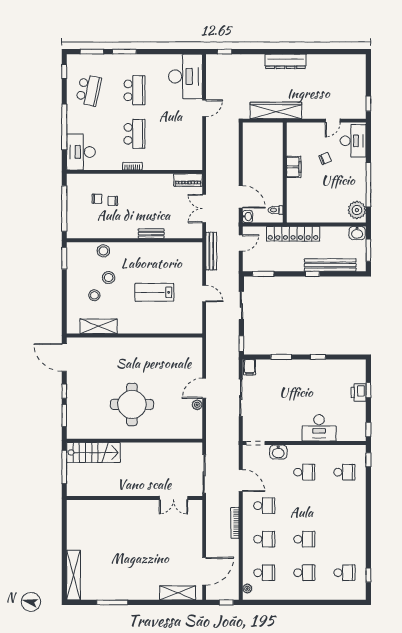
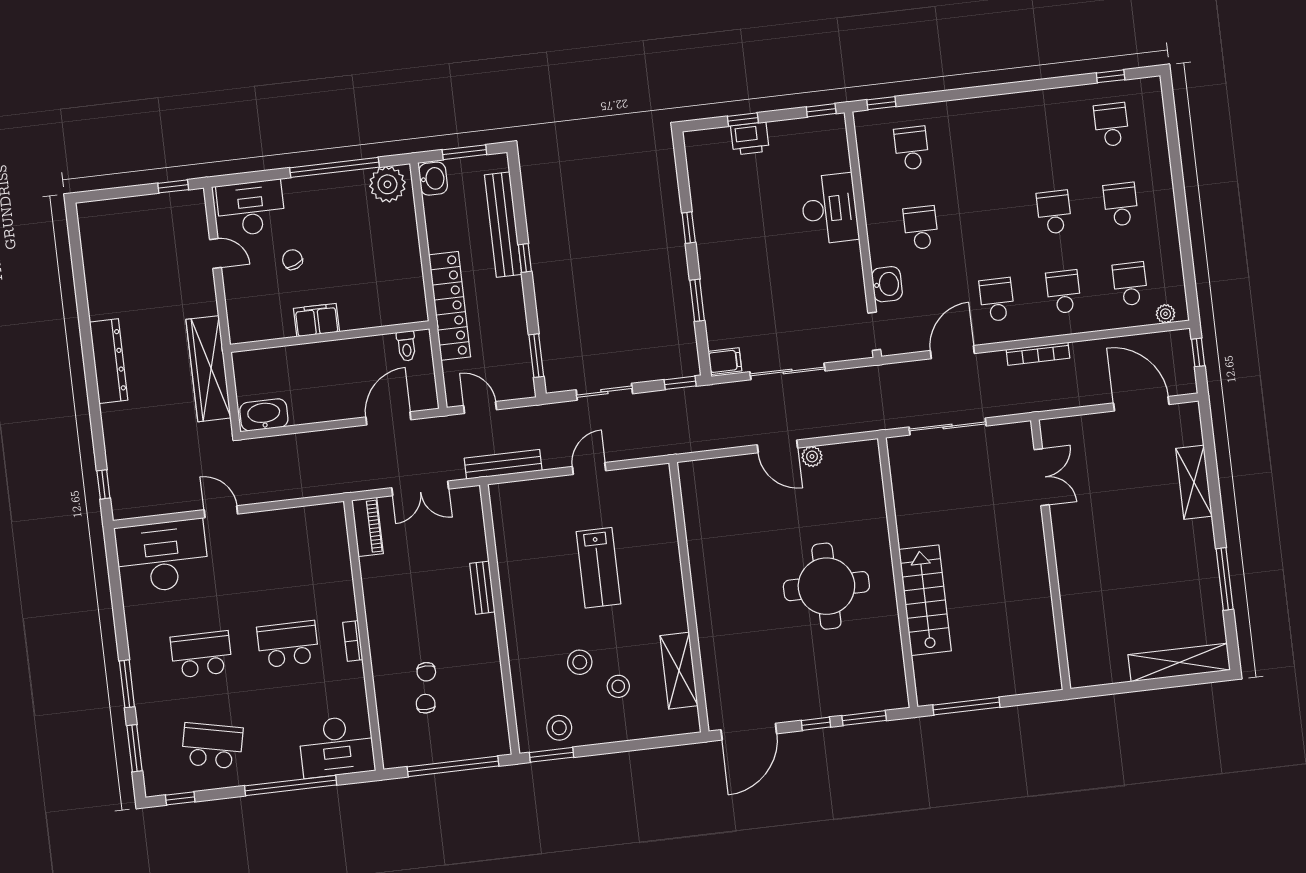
washbasin: (248, 216) -> (264, 415), moved, width x1.91, depth x1.45
stool: (103, 251) -> (559, 728), moved
stairs: (93, 453) -> (925, 600), moved
wall: (135, 498) -> (1051, 555), moved
double door: (173, 498) -> (1042, 477), moved
shelving: (178, 593) -> (1194, 482), moved

